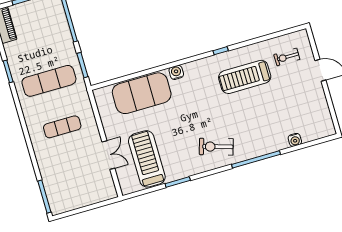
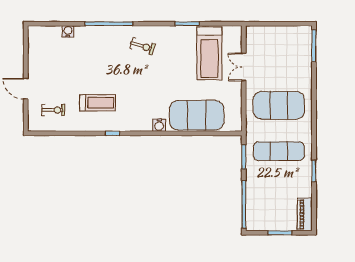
treadmill: (245, 77) -> (97, 103), width x0.73, depth x0.73
exercise mat: (62, 127) -> (279, 105), width x2.00, depth x1.45
exercise bike: (216, 147) -> (142, 46), width x0.73, depth x0.72

